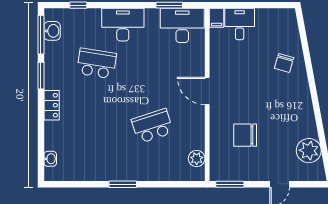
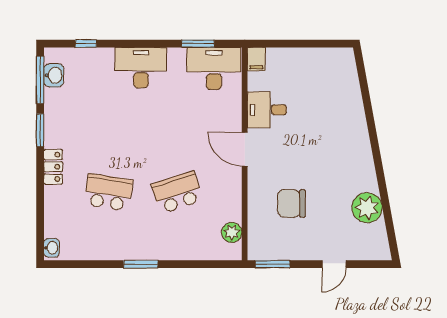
desk: (240, 24) -> (267, 110), moved, turned -90
school desk: (97, 63) -> (108, 192), moved
chair: (284, 63) -> (339, 115), removed
plant: (309, 151) -> (367, 208), moved
washbasin: (50, 159) -> (51, 248), moved

